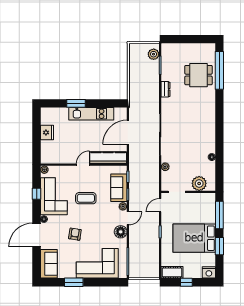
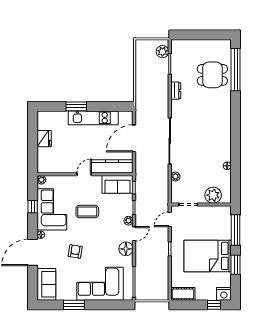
sofa: (119, 188) -> (118, 184), moved, turned -90
window: (186, 282) -> (214, 305), moved

